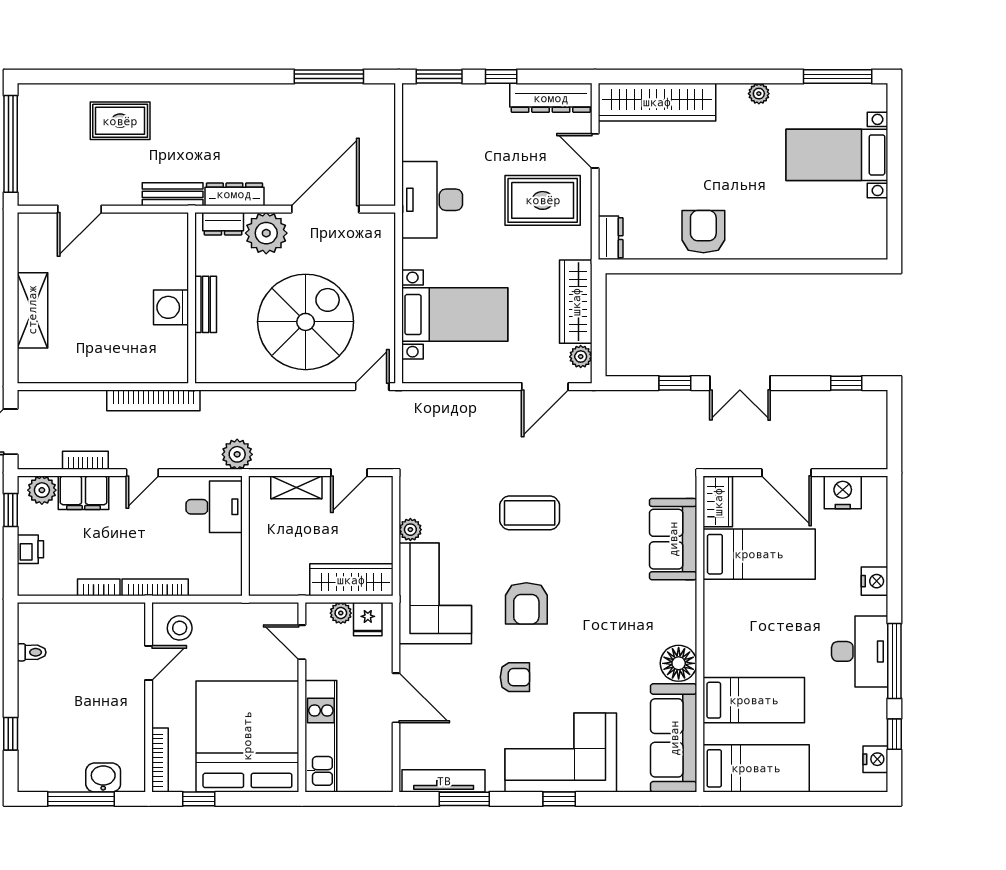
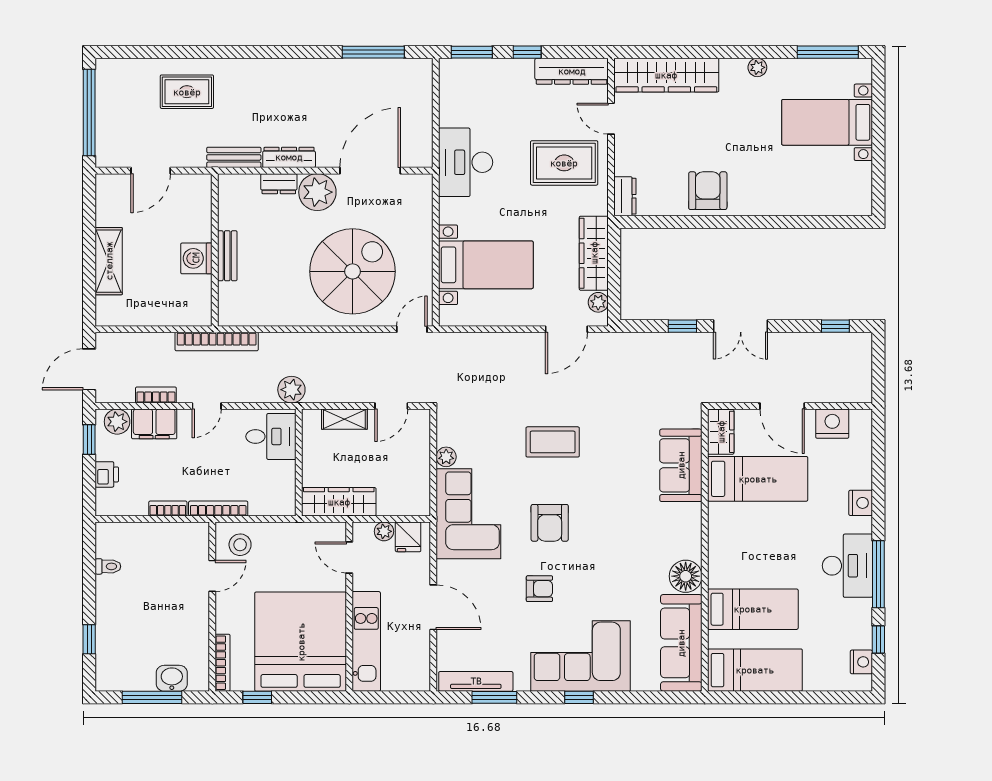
wall: (192, 298) -> (215, 250), moved
bench: (206, 304) -> (227, 256), moved
washing machine: (171, 307) -> (196, 258), moved
wardrobe: (351, 580) -> (339, 502), moved

